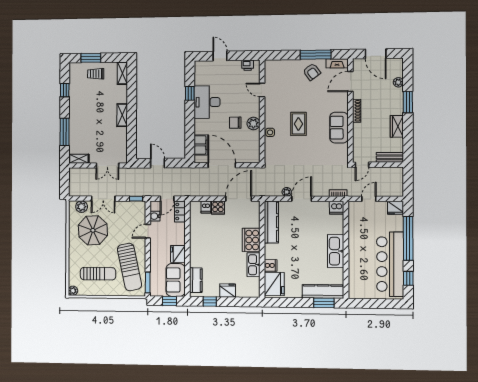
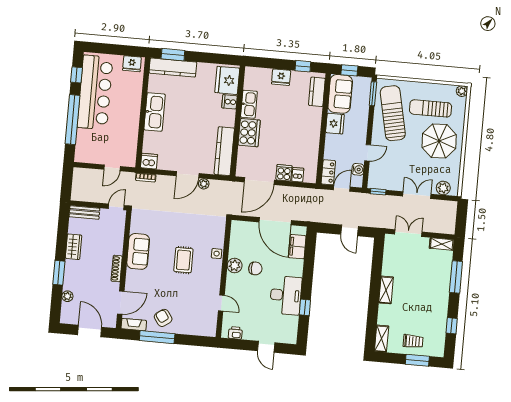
fridge: (396, 208) -> (132, 64), moved, turned 180
parasol: (93, 230) -> (439, 141), moved

